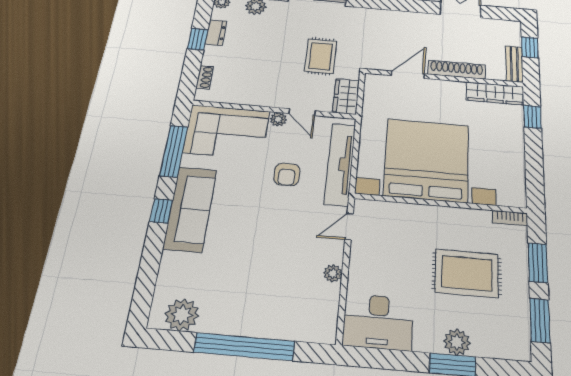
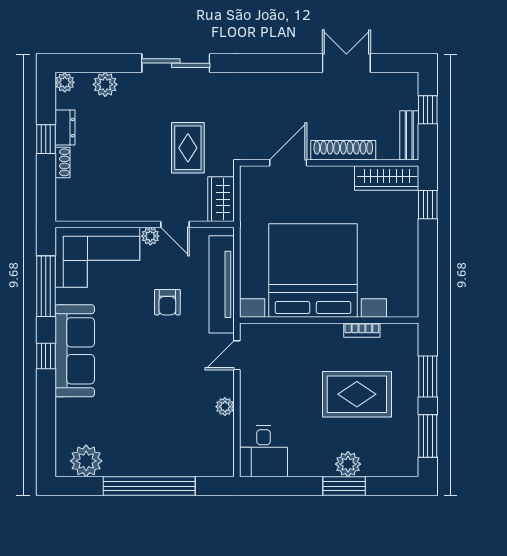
shoe rack: (205, 77) -> (62, 162), moved
bookcase: (510, 218) -> (362, 330), moved
desk: (378, 322) -> (264, 451), width x0.73

